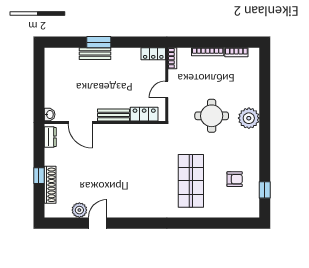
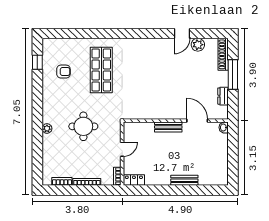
window: (99, 42) -> (181, 190), removed
locker: (144, 114) -> (142, 128), removed
plant: (249, 118) -> (47, 129), width x0.53, depth x0.53
dresser: (50, 137) -> (223, 96), moved
window: (39, 176) -> (233, 74), width x2.17
armchair: (235, 179) -> (63, 72), turned 180
shoe rack: (50, 185) -> (223, 54), moved

